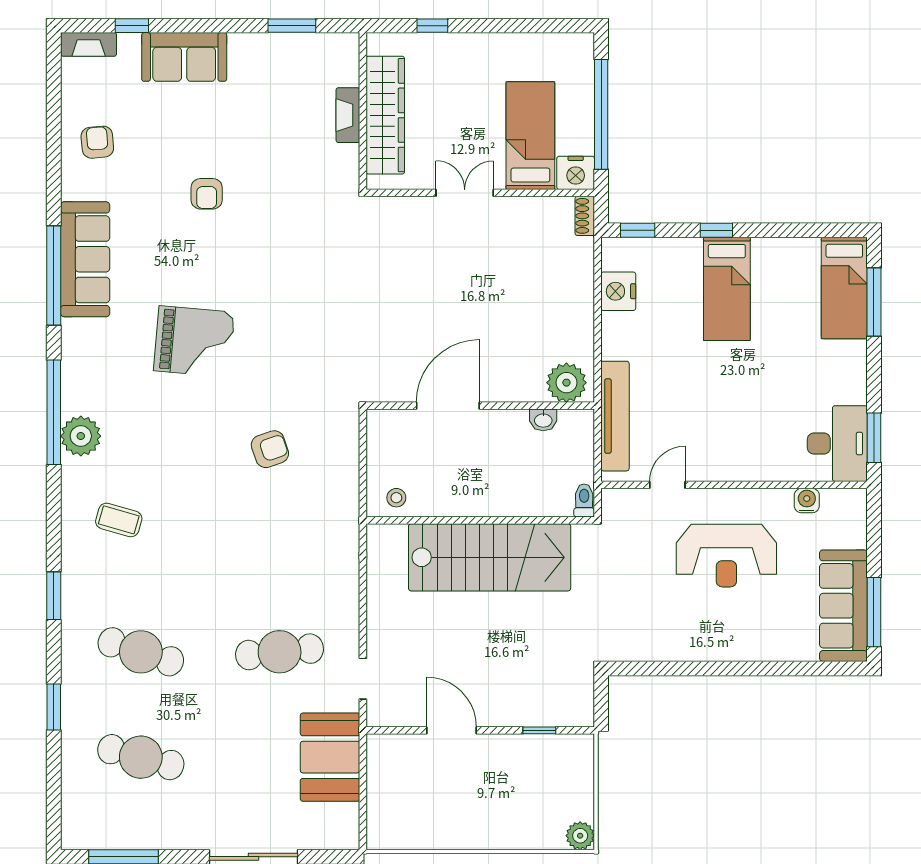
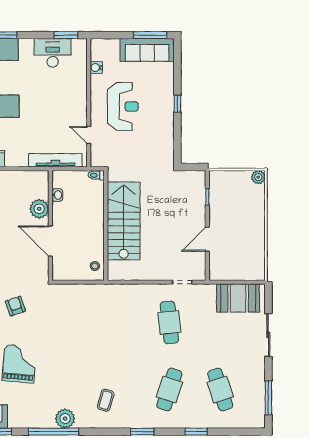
plant: (566, 383) -> (39, 209), moved
desk: (837, 444) -> (53, 53), moved
armchair: (270, 449) -> (15, 306), moved
window: (732, 668) -> (177, 104), added
cafe table: (141, 757) -> (220, 390), turned -33
booth: (330, 757) -> (238, 298), moved

